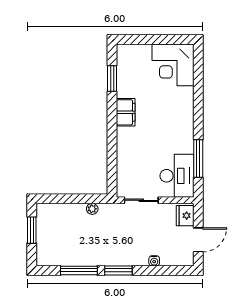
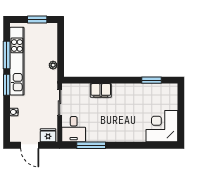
filing cabinet: (126, 112) -> (101, 90), moved
desk: (177, 176) -> (74, 129), width x0.73
kitchen unit: (87, 257) -> (17, 61), added

